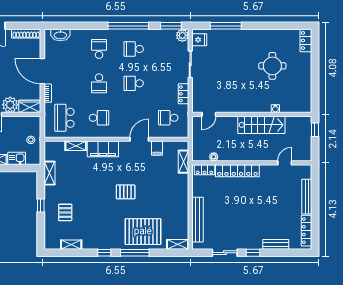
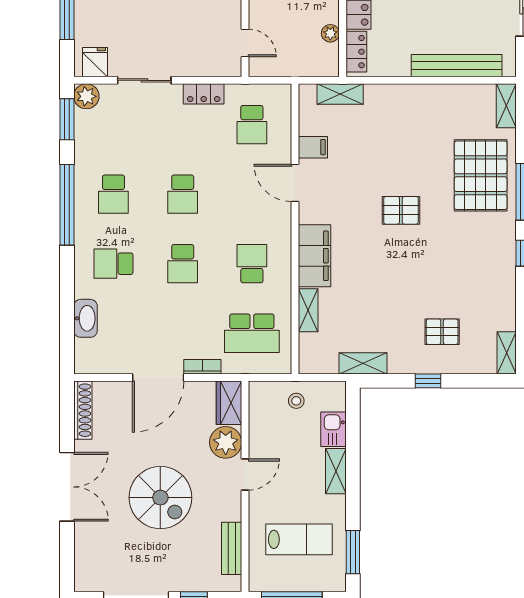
washbasin: (60, 35) -> (85, 318), moved
school desk: (99, 83) -> (183, 264), turned 90
pallet: (126, 192) -> (401, 210), turned 90
shelving: (71, 245) -> (507, 353), moved

